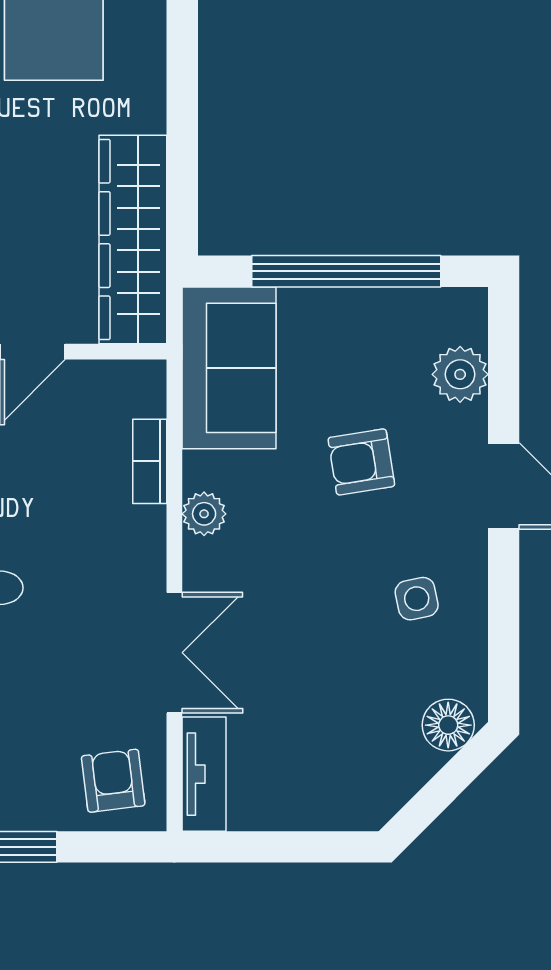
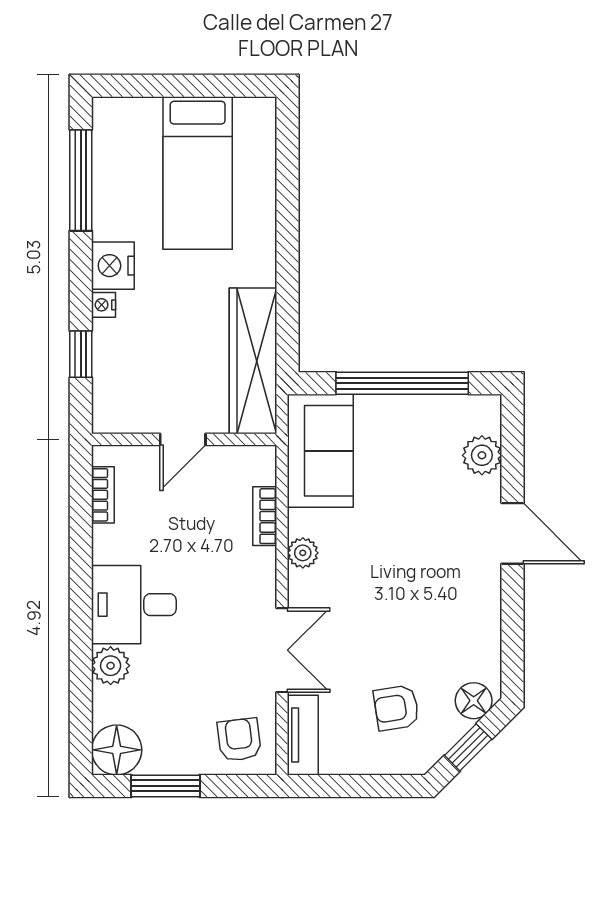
armchair: (361, 462) -> (396, 708), moved
side table: (417, 599) -> (452, 612), removed
window: (440, 792) -> (468, 747), added

